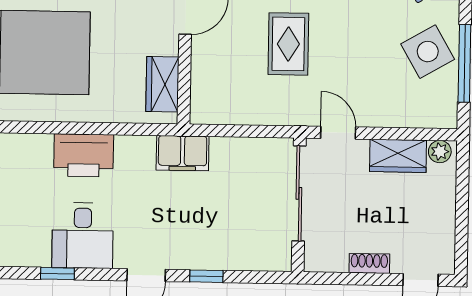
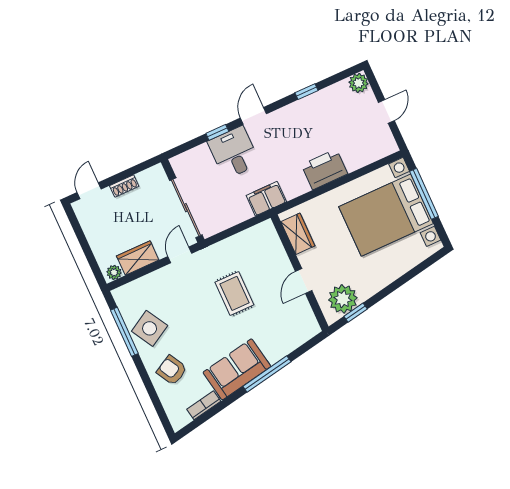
door: (338, 133) -> (180, 255), swing flipped
desk: (83, 236) -> (234, 153), moved

